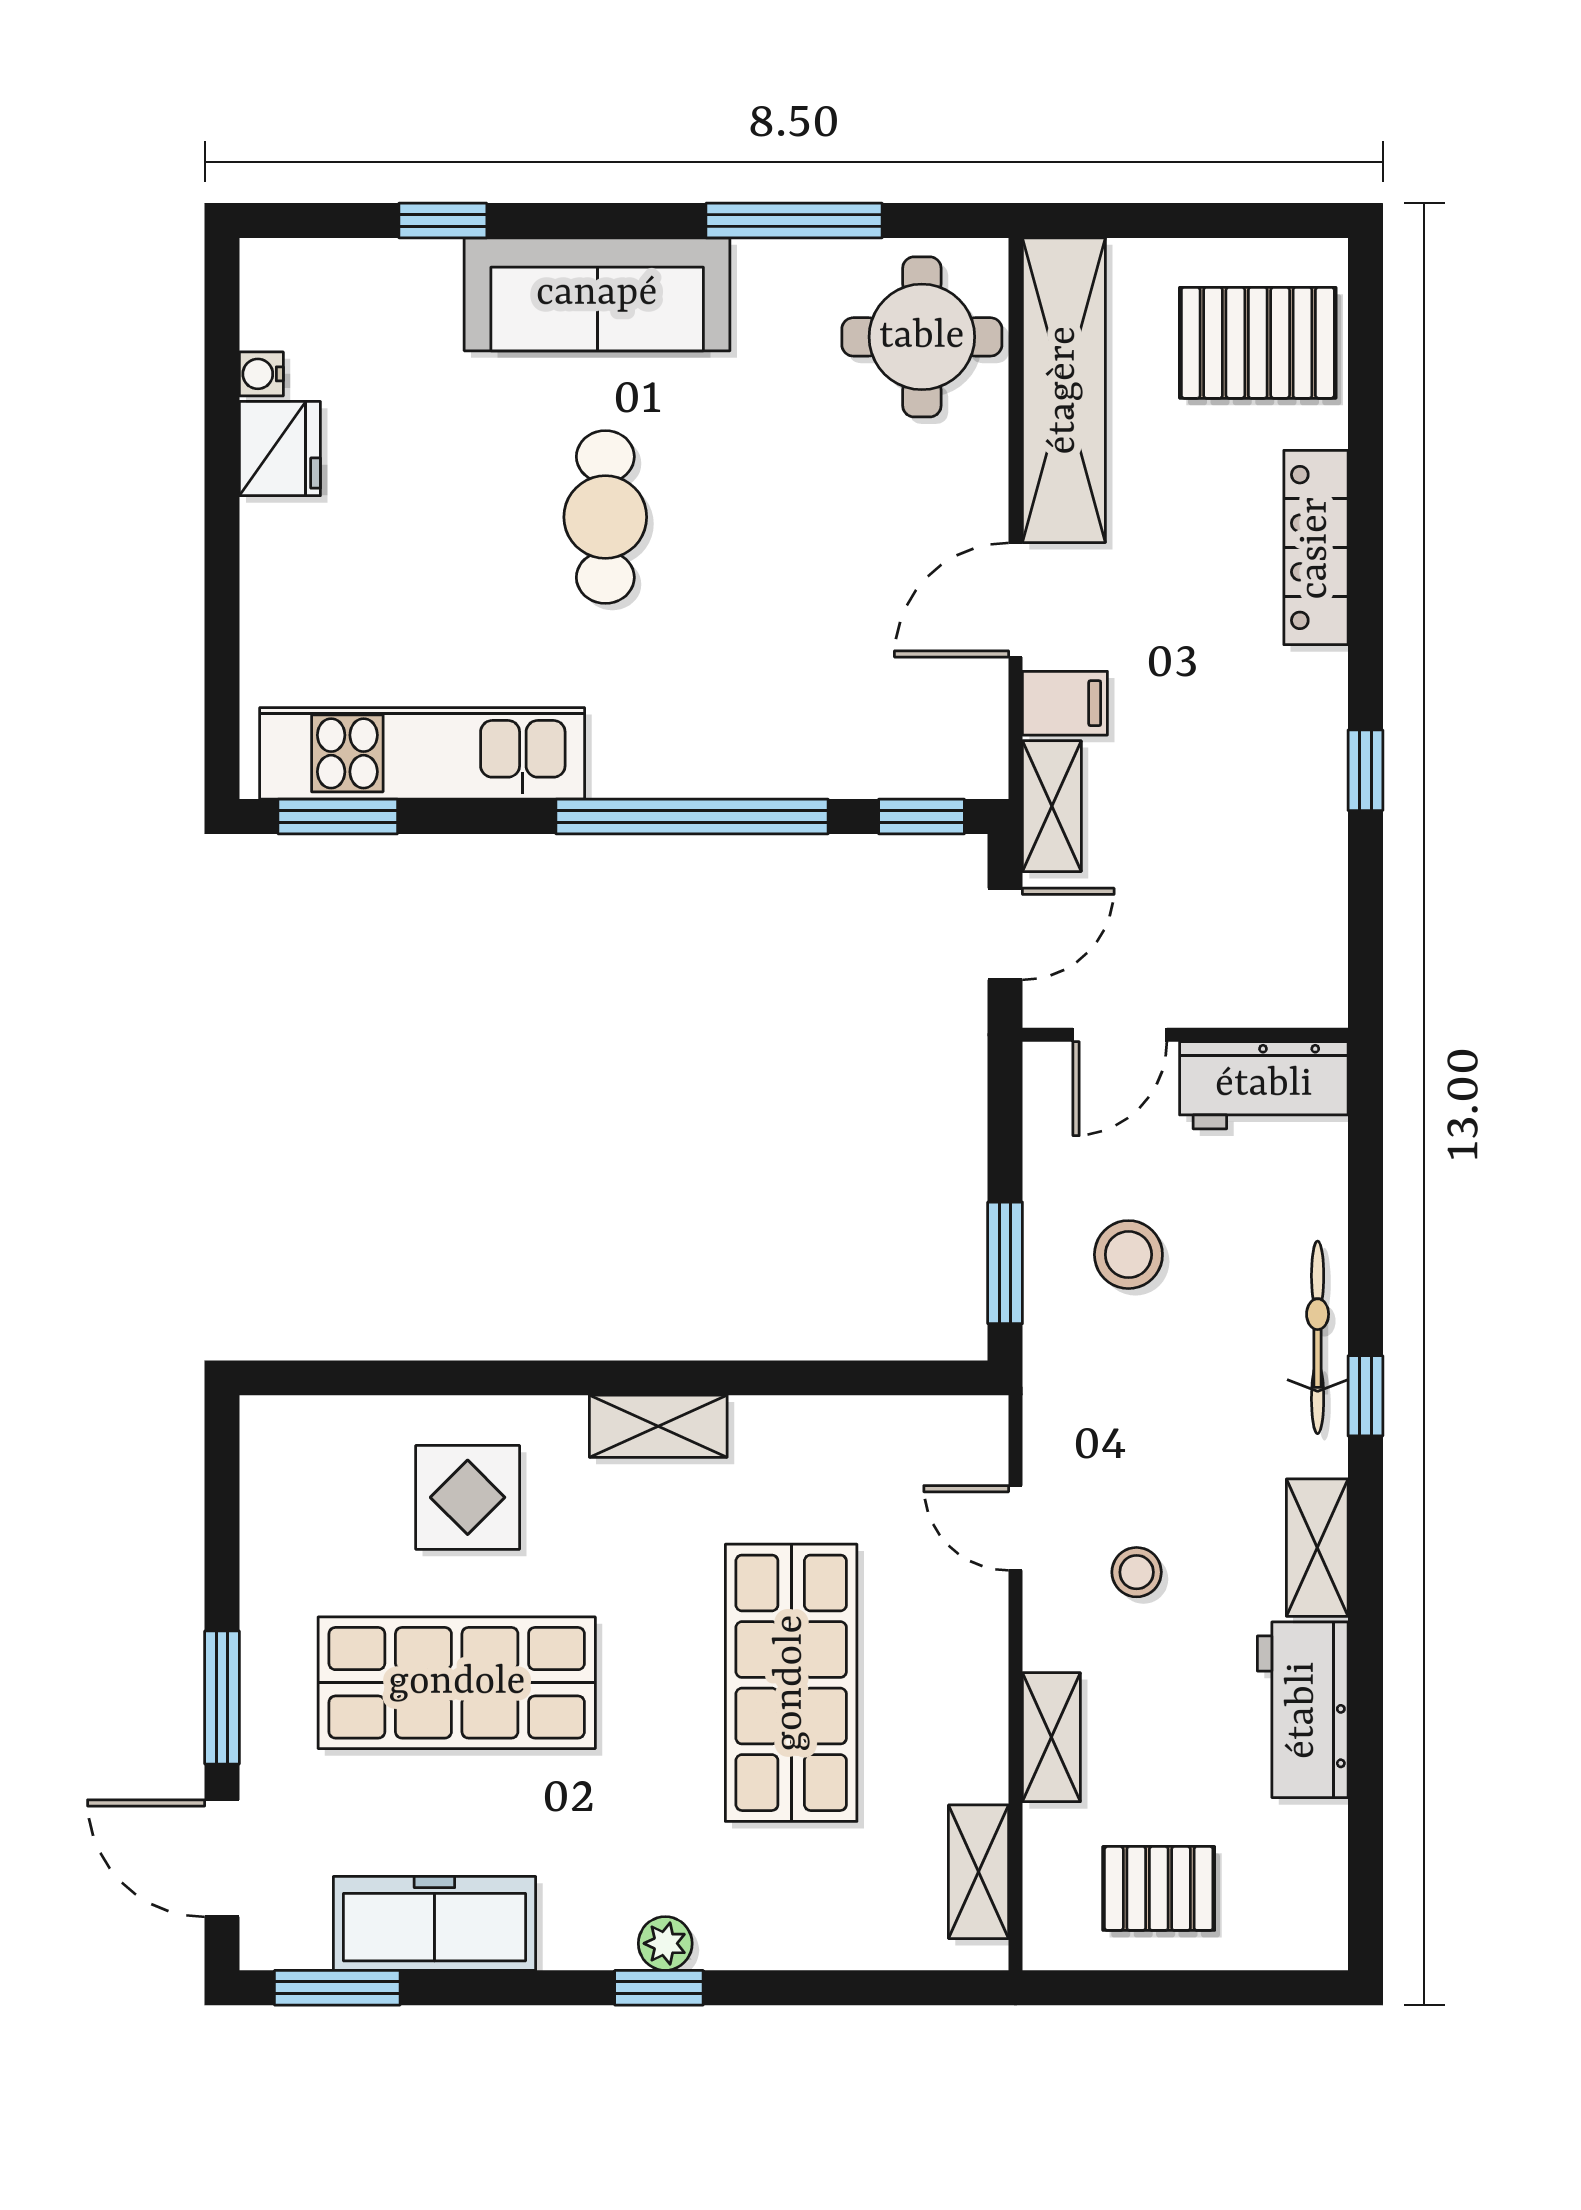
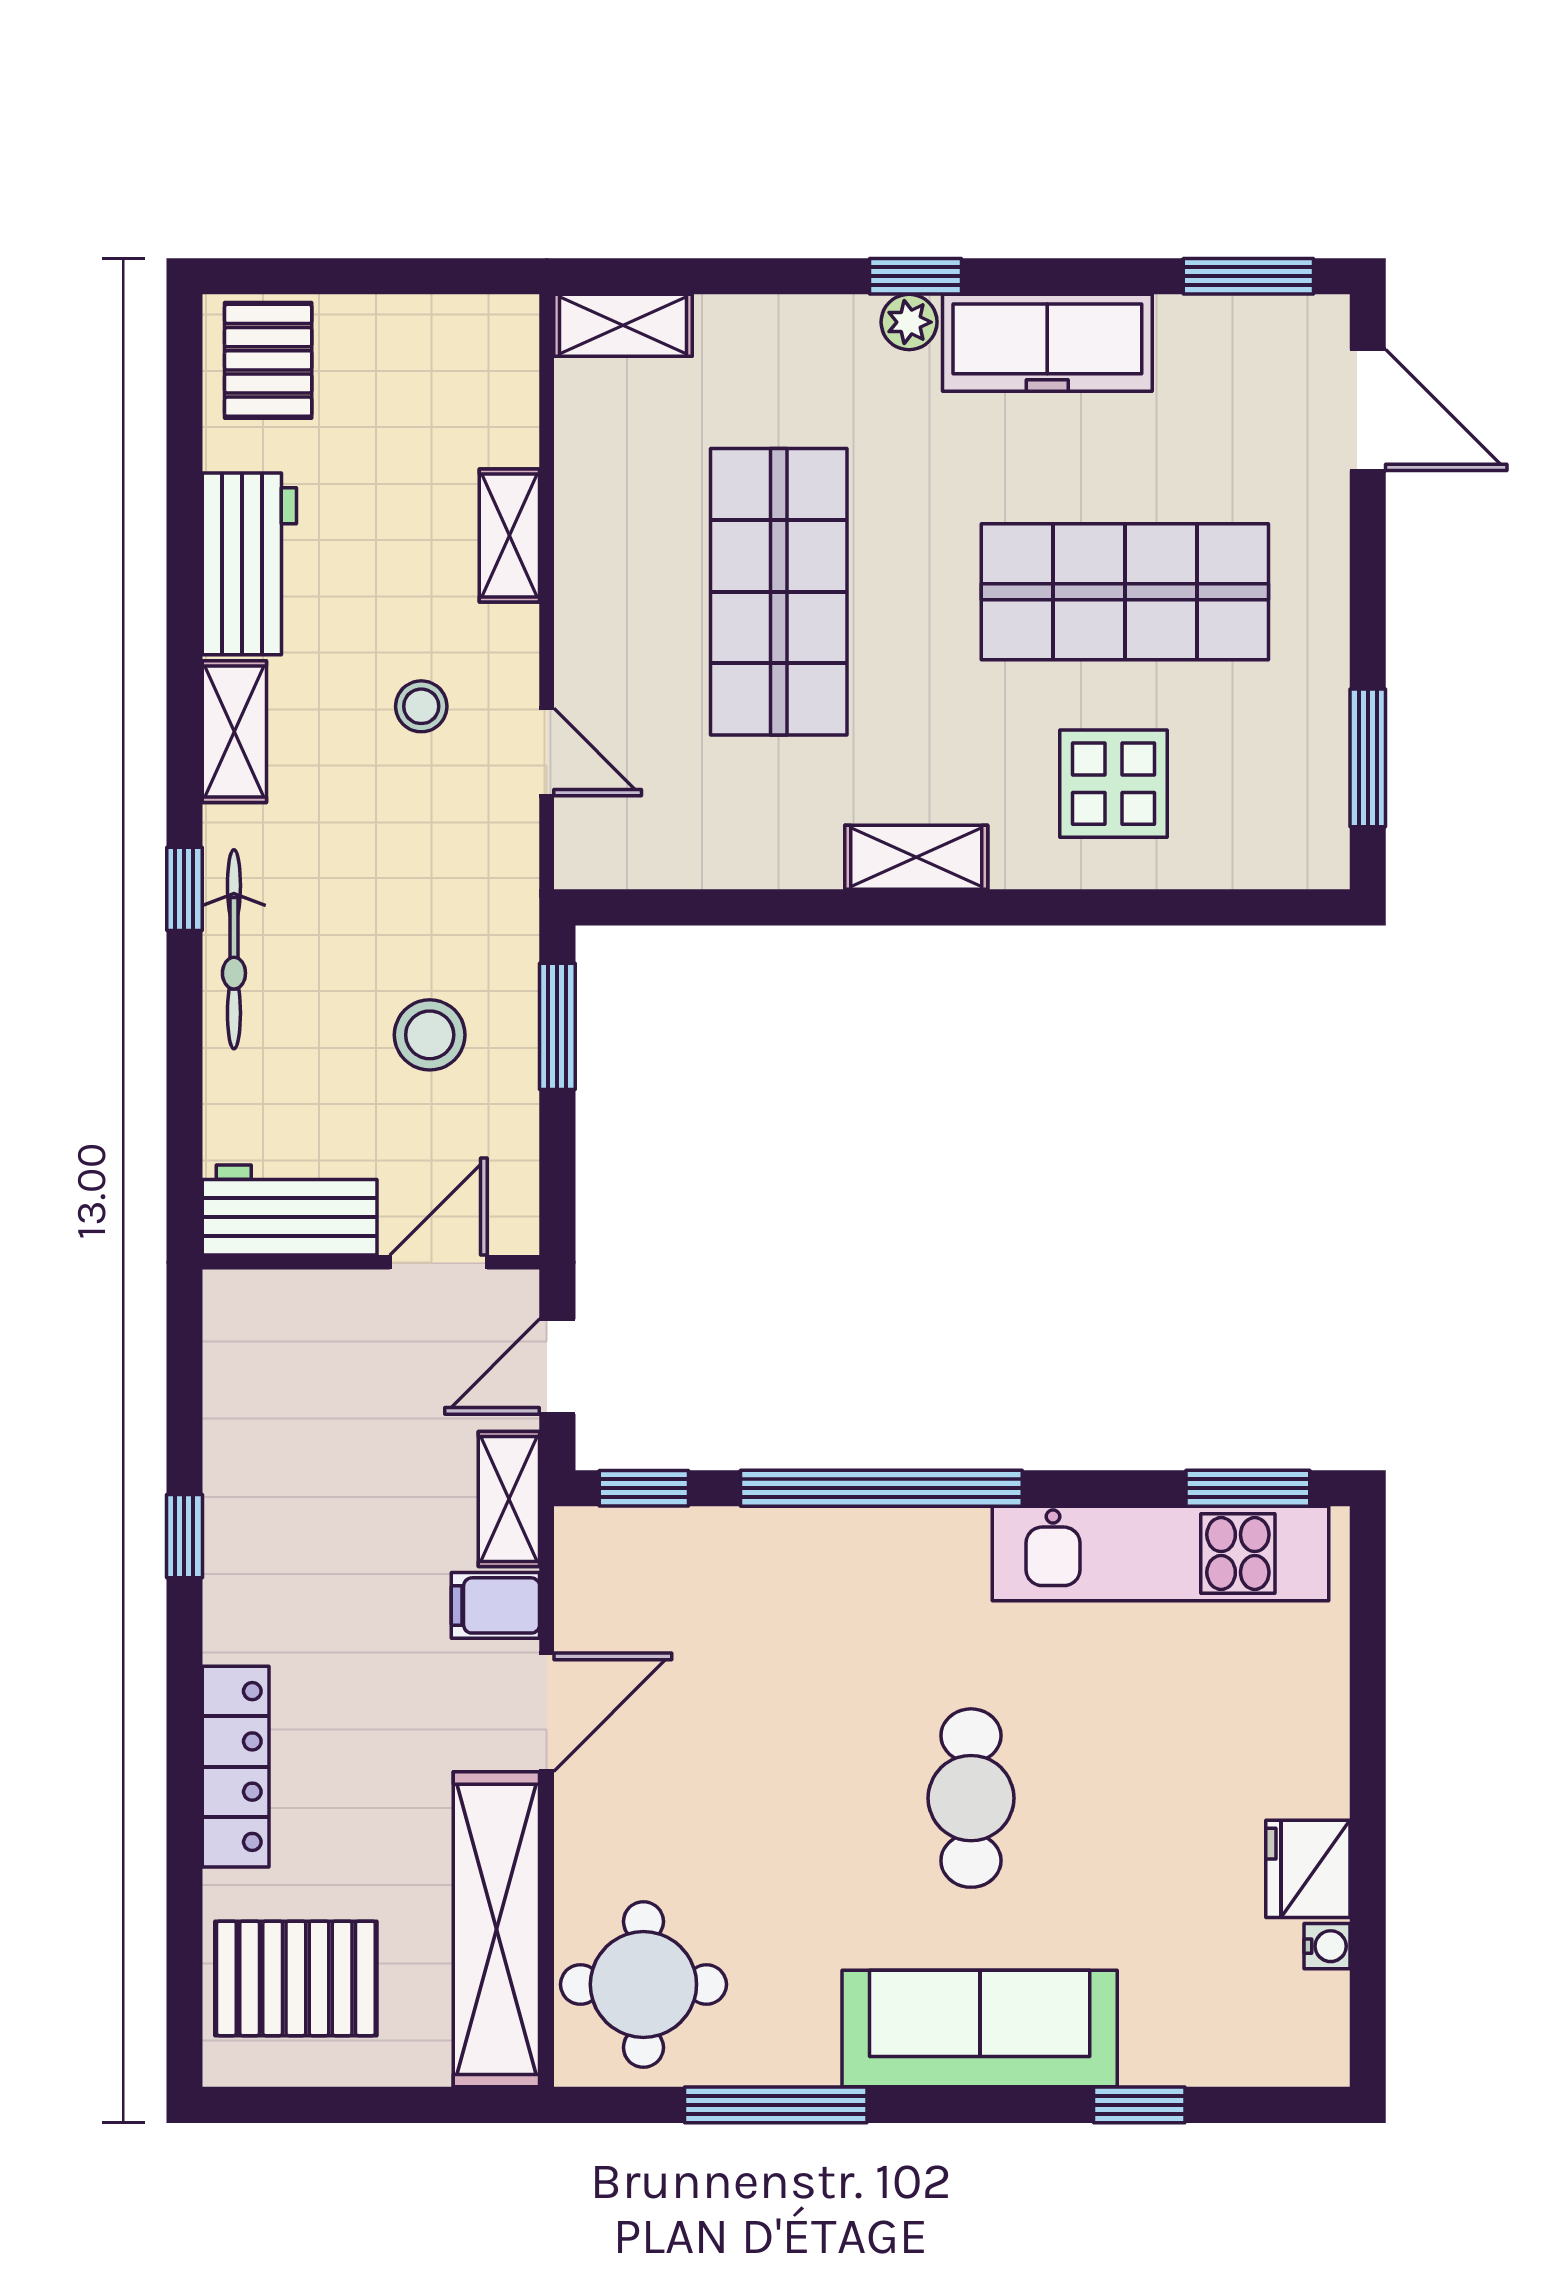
window: (222, 1697) -> (1368, 758), moved
shelving: (978, 1872) -> (623, 325), moved, turned 90
pallet: (1159, 1888) -> (268, 360), moved, turned 90
freezer: (434, 1923) -> (1047, 343), moved

